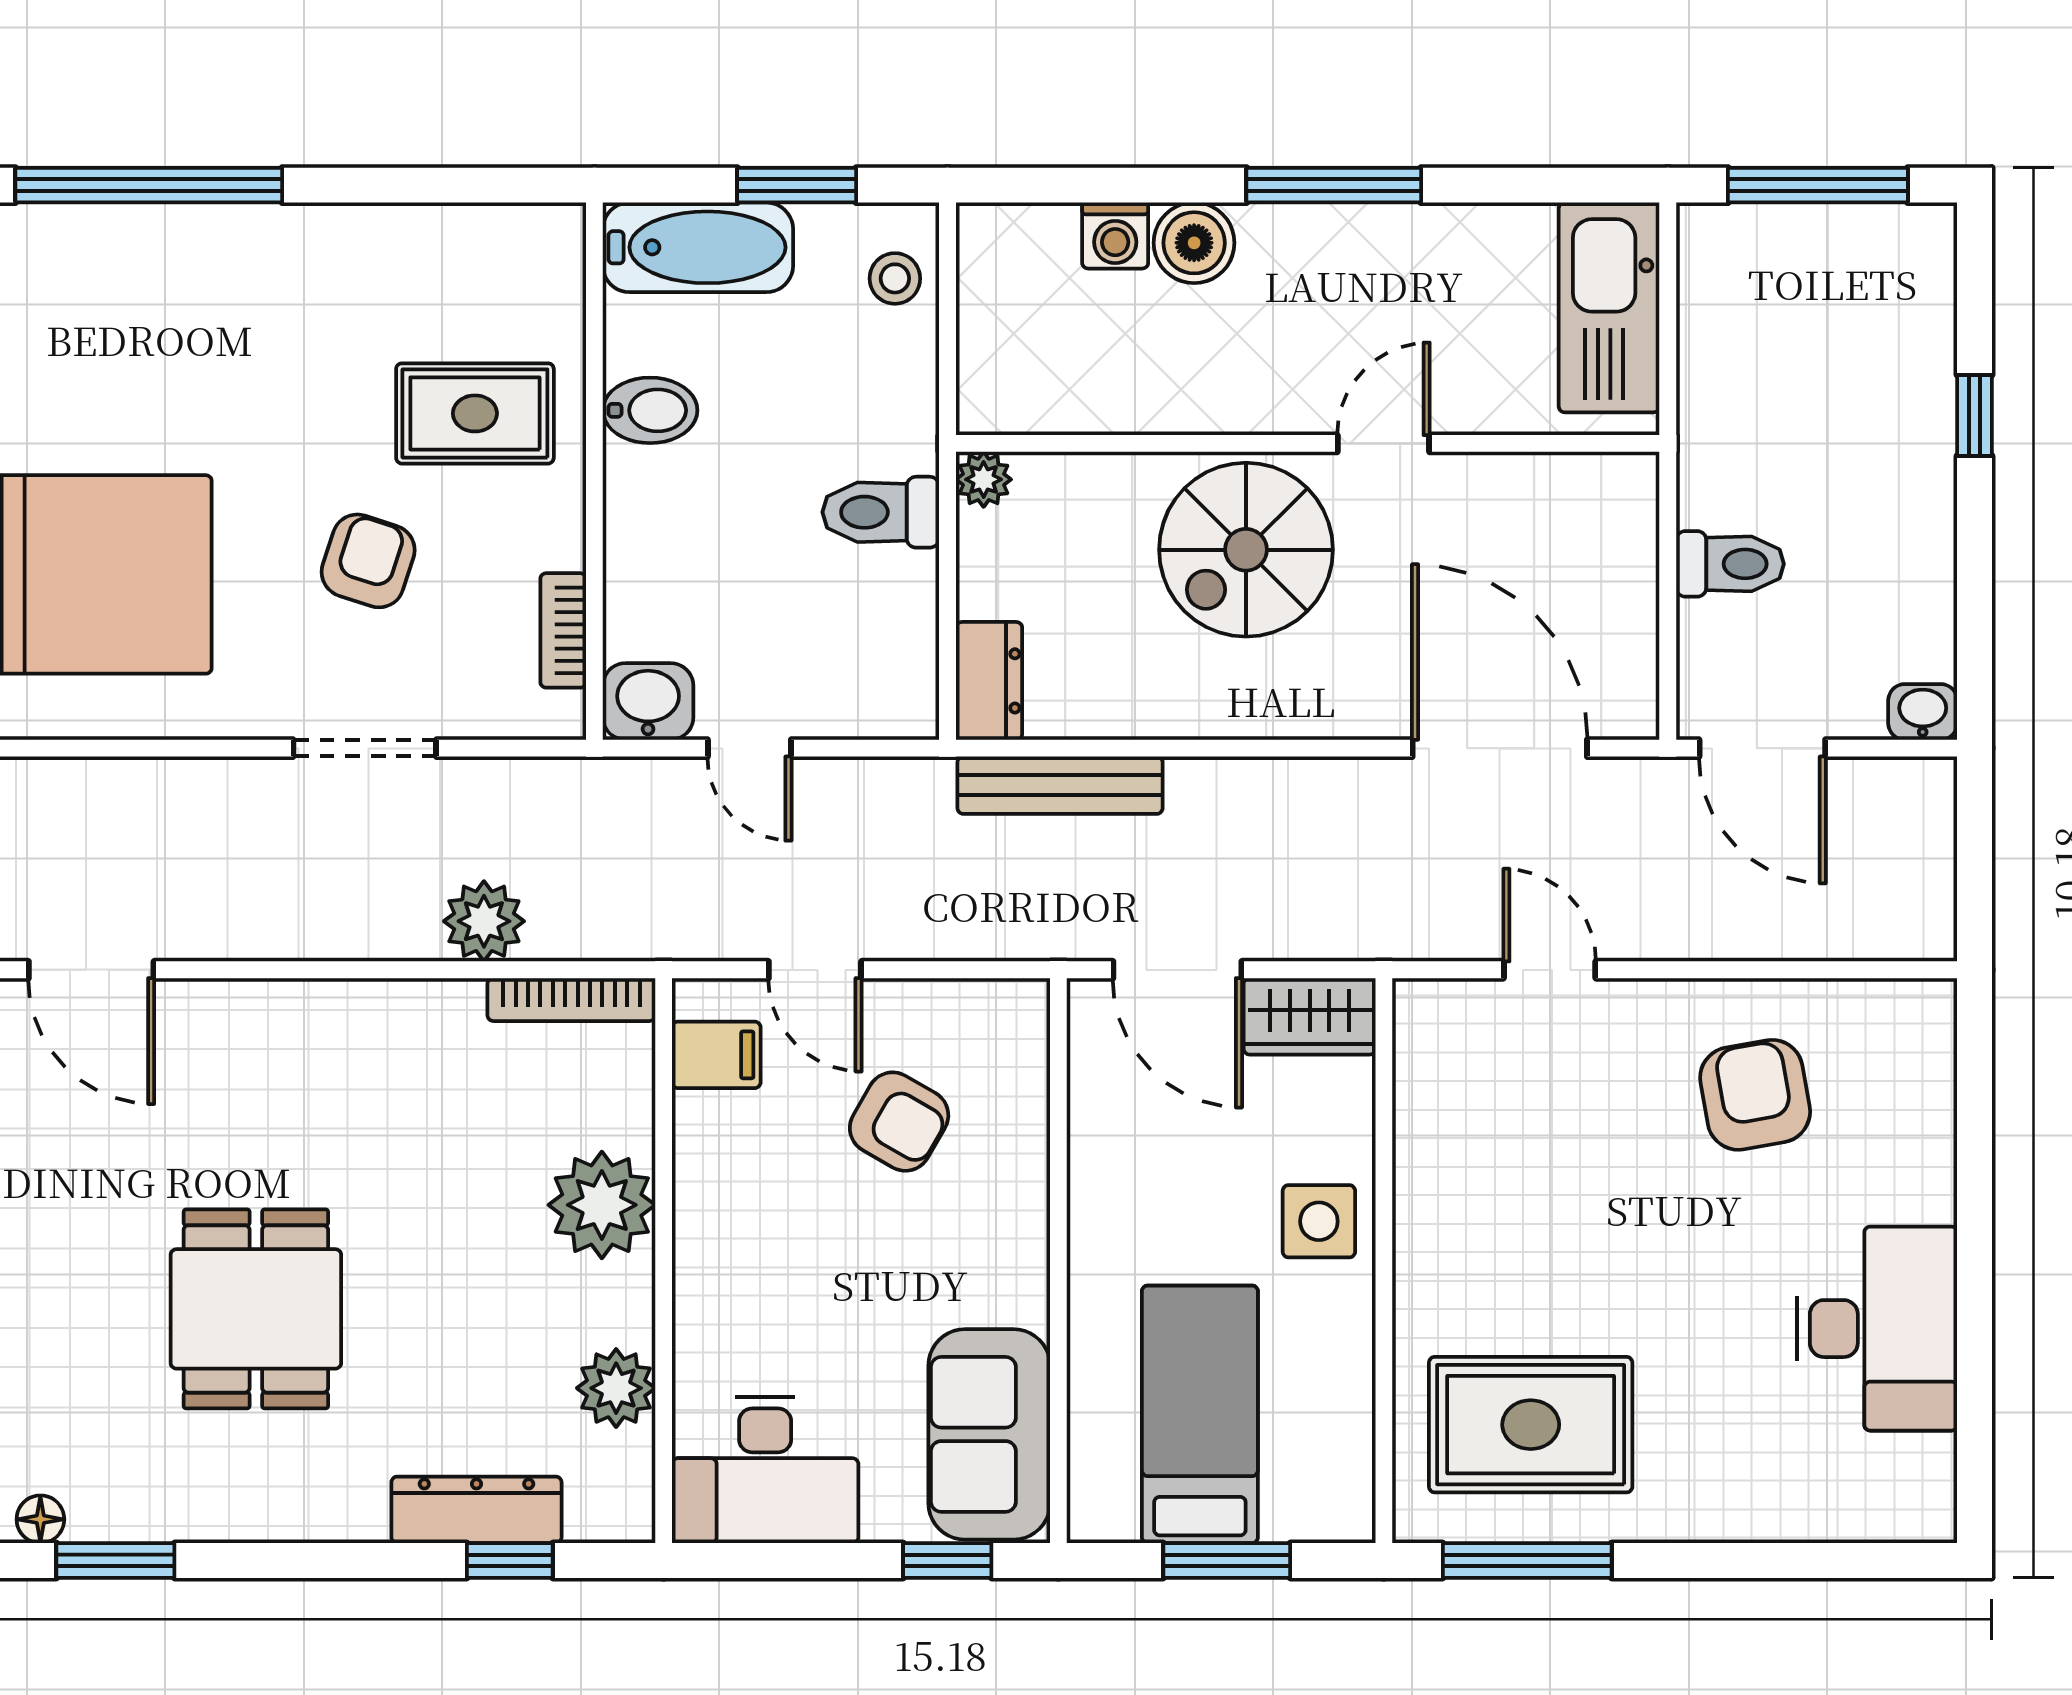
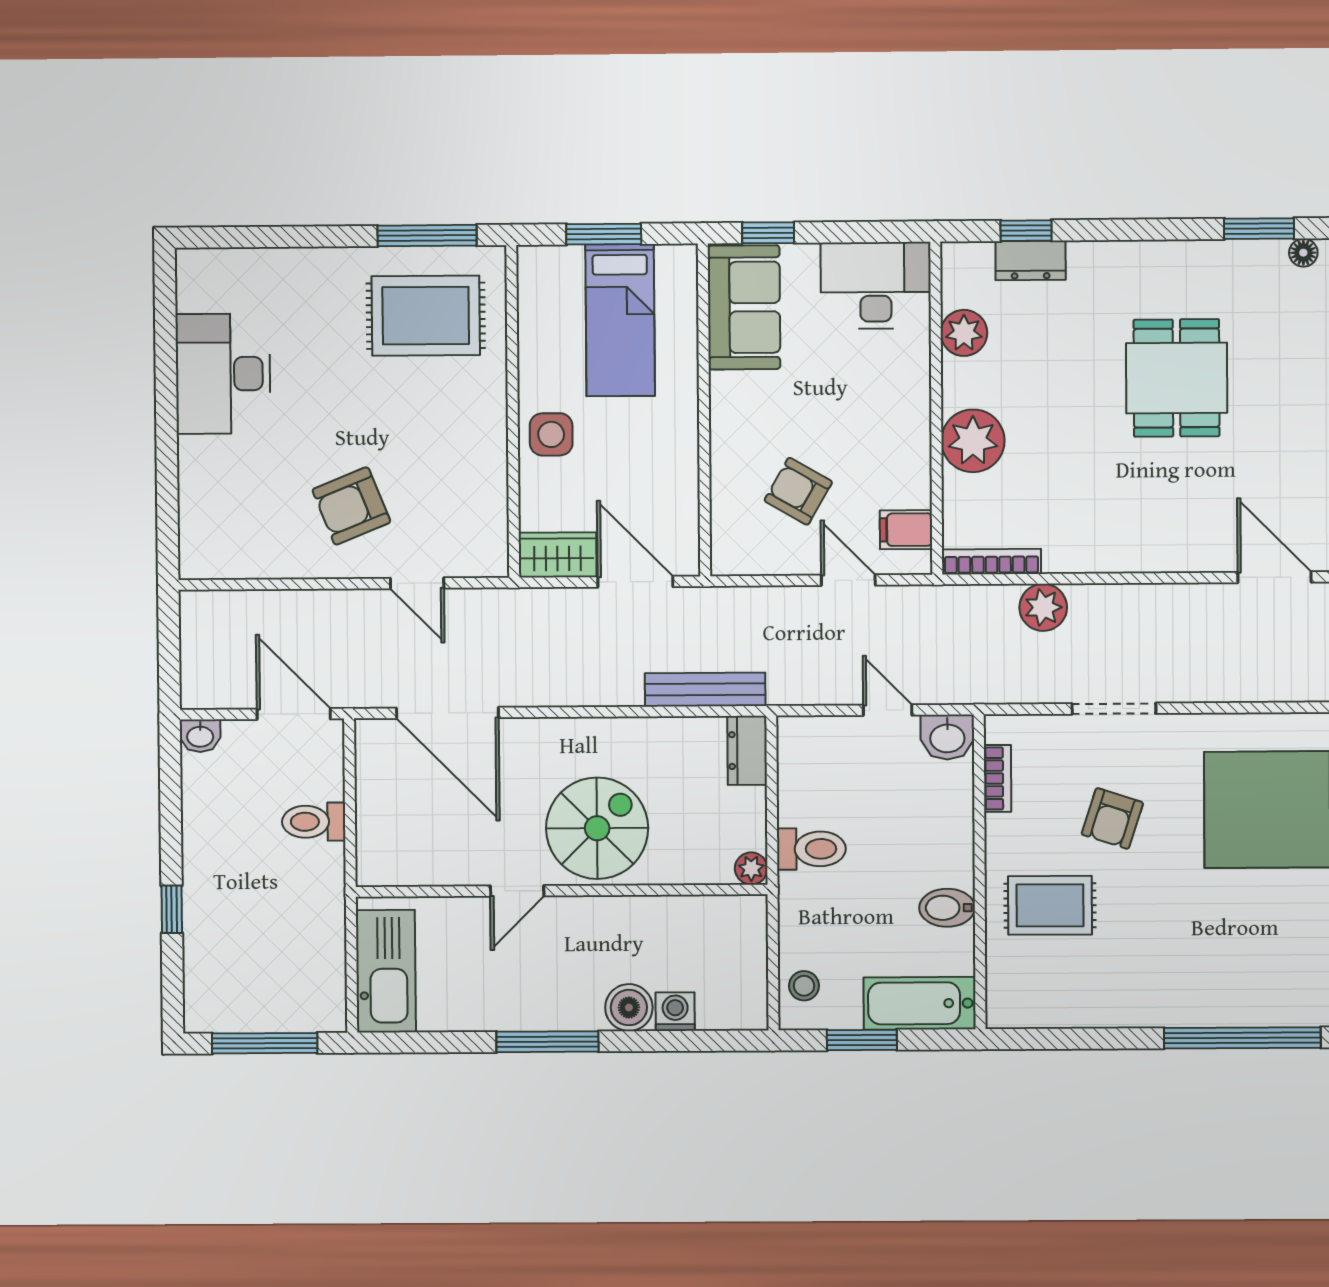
armchair: (1755, 1095) -> (351, 506), moved, turned 78
dresser: (476, 1510) -> (1031, 260), width x0.70

